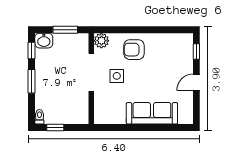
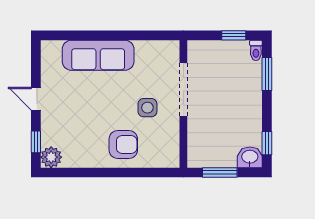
plant: (101, 41) -> (51, 157), moved
doorway: (91, 72) -> (183, 90), moved
window: (32, 81) -> (267, 74), moved
door: (196, 82) -> (36, 99), swing flipped

